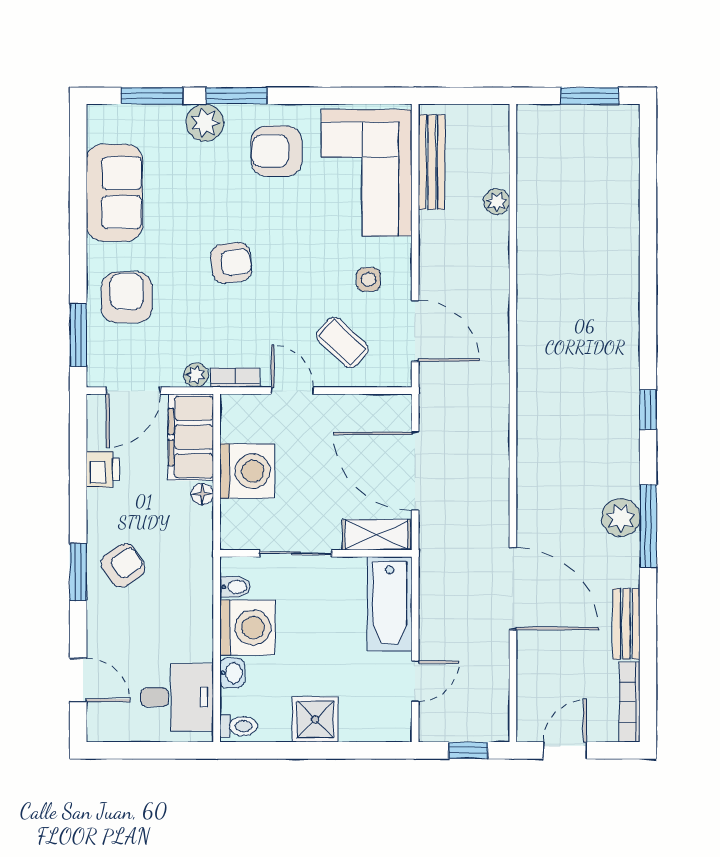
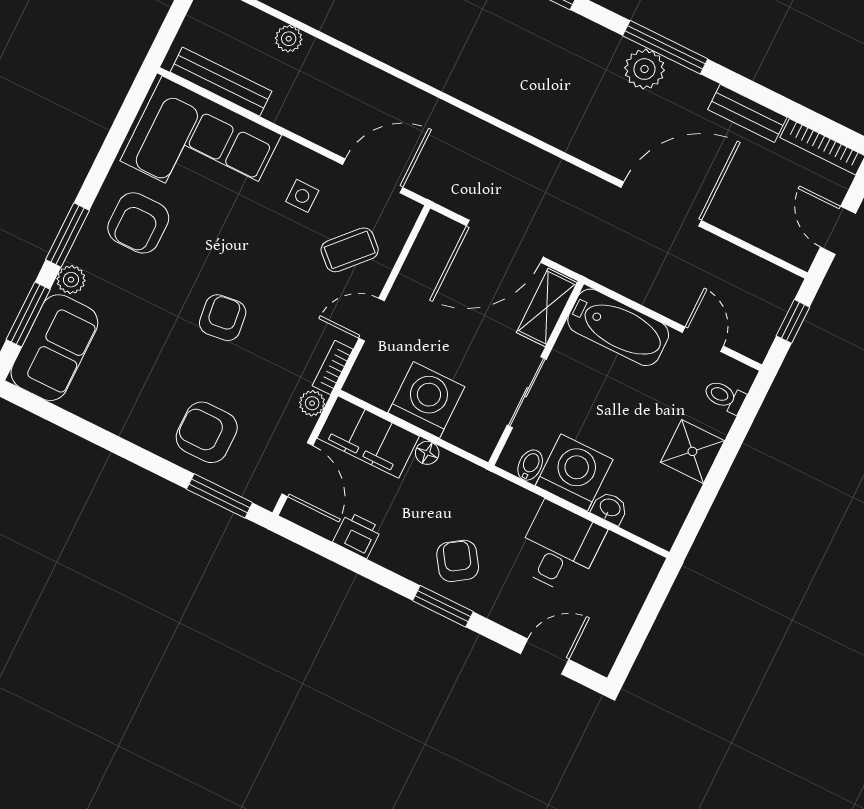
plant: (205, 123) -> (71, 280), width x0.73, depth x0.73
sofa: (114, 193) -> (54, 348), moved, turned 90
desk: (177, 697) -> (560, 548), moved
toilet: (238, 726) -> (724, 396), moved, turned -90

